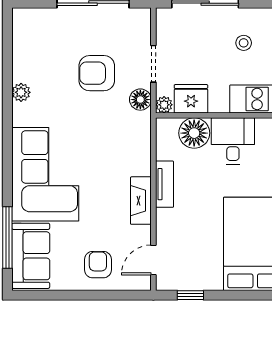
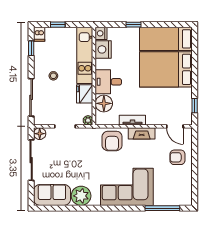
armchair: (97, 73) -> (112, 141), moved
plant: (21, 92) -> (81, 196), width x1.88, depth x1.88
fridge: (191, 99) -> (85, 94), moved
floor lamp: (140, 100) -> (40, 134), moved
sofa: (31, 256) -> (52, 195), moved

